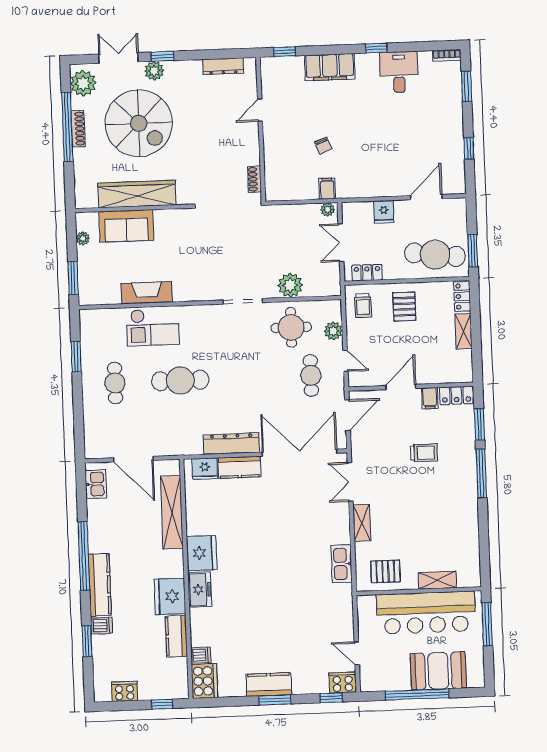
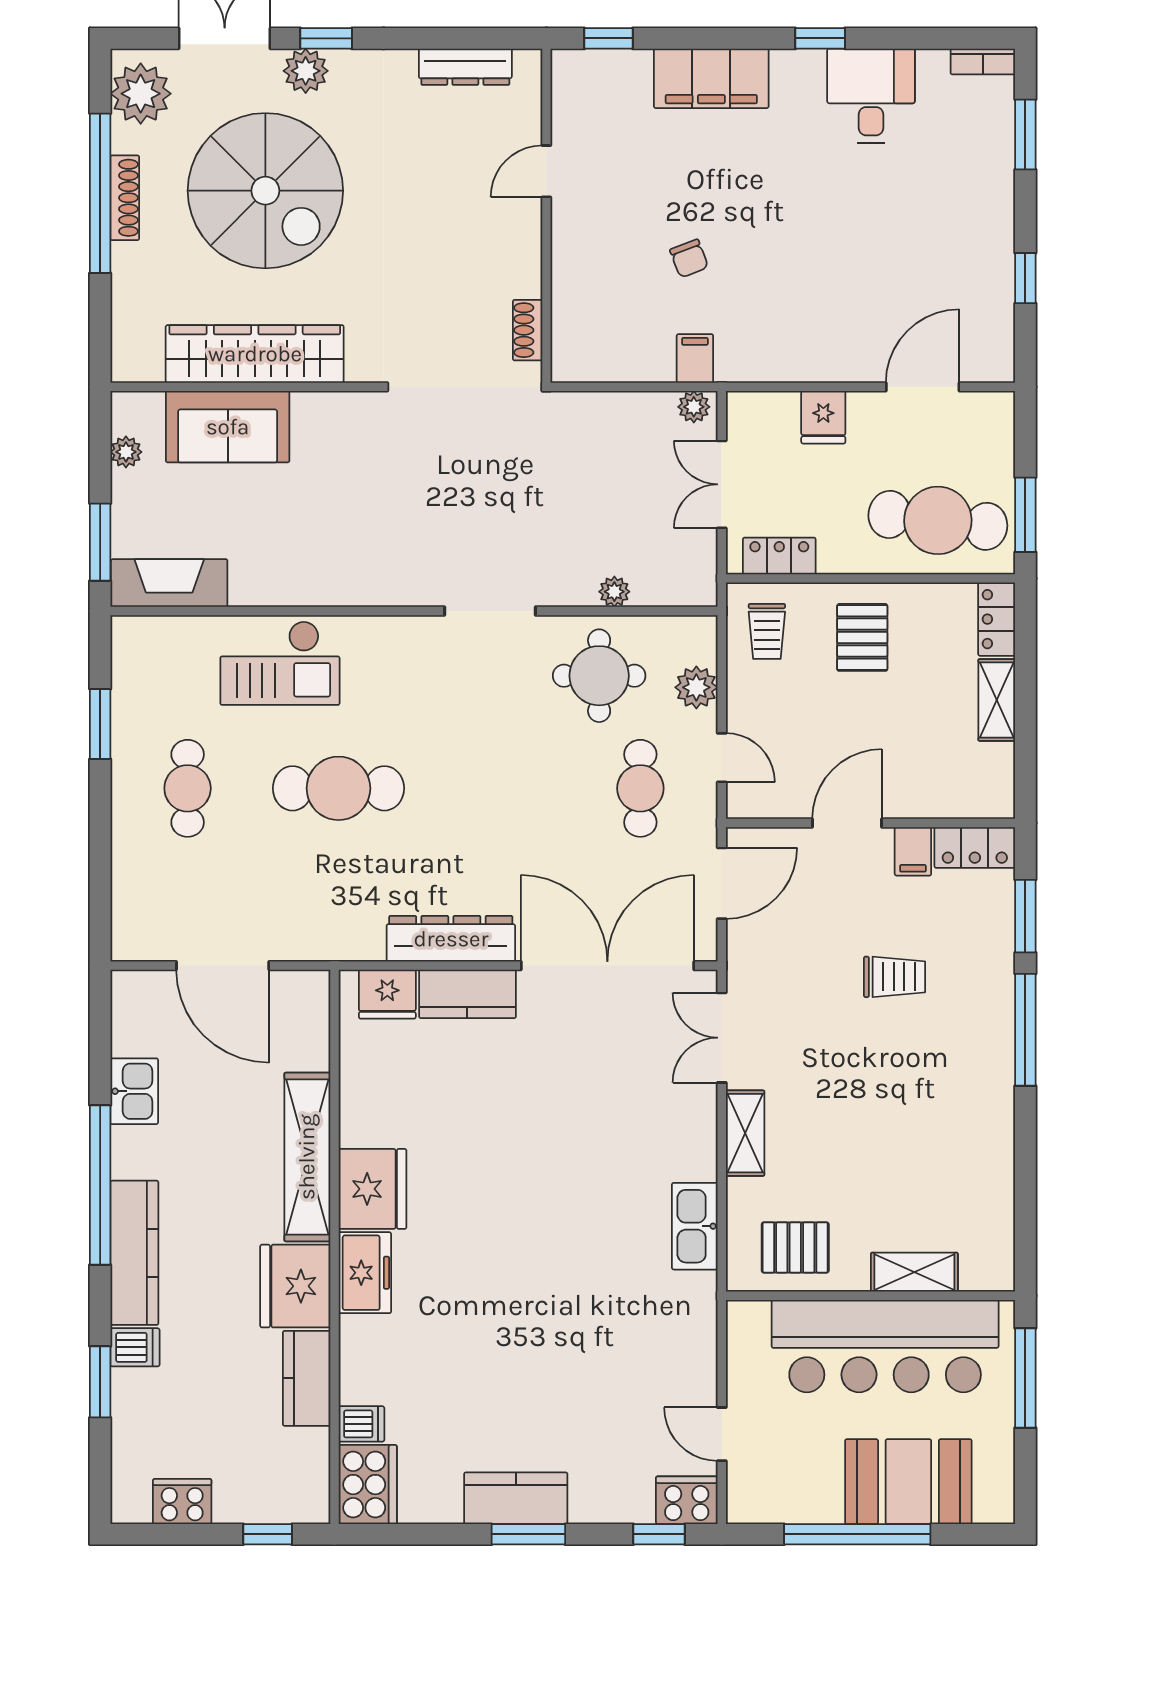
plant: (290, 285) -> (614, 592), width x0.53, depth x0.53
fireplace: (147, 293) -> (169, 583), moved
kitchen sink: (96, 484) -> (134, 1091), moved
shelving: (172, 512) -> (307, 1157), moved

